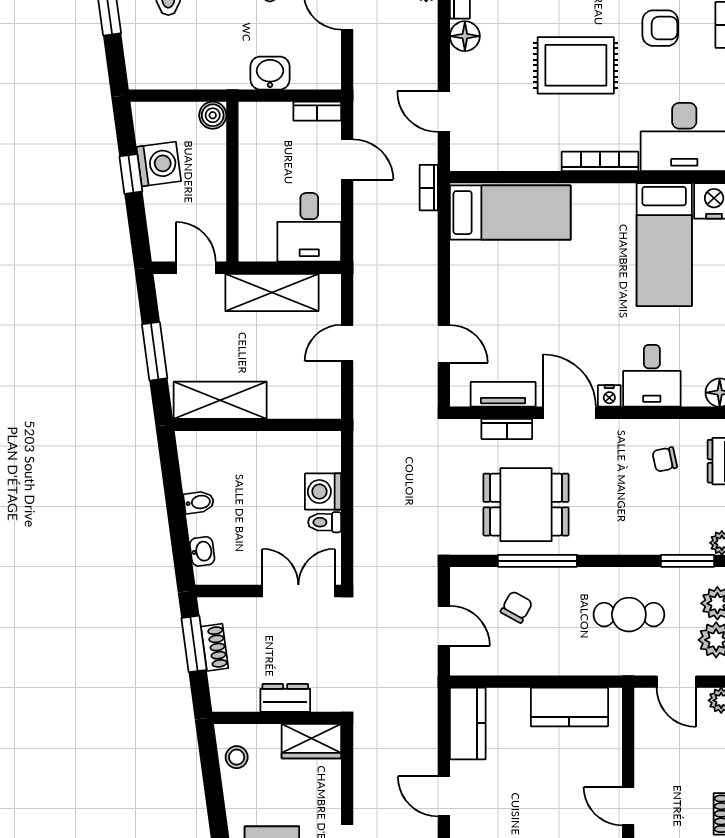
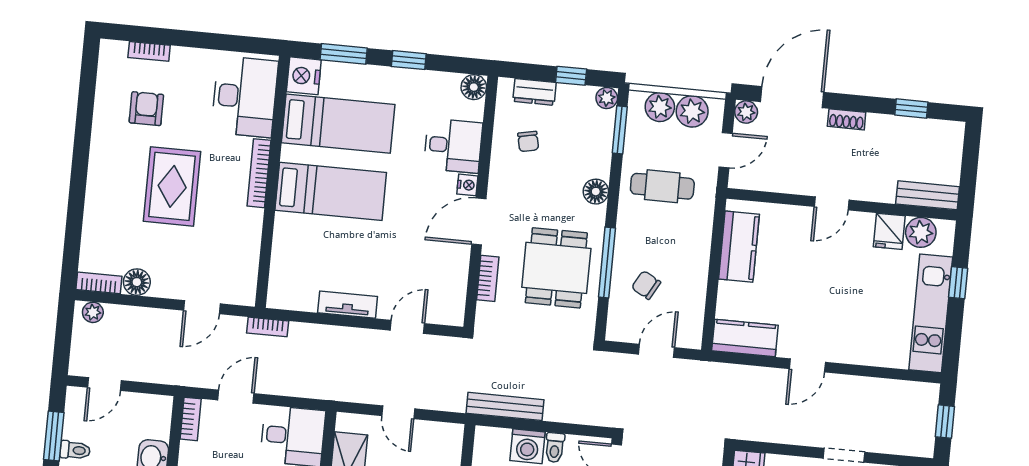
bed: (510, 213) -> (331, 191), moved, turned 90
tv unit: (503, 394) -> (348, 305), moved, turned 90
bench: (365, 462) -> (505, 406), added
floor lamp: (616, 541) -> (596, 192), added
cafe table: (629, 615) -> (662, 186), turned 90

